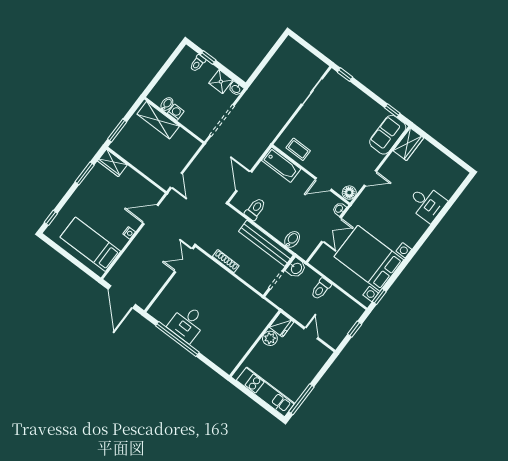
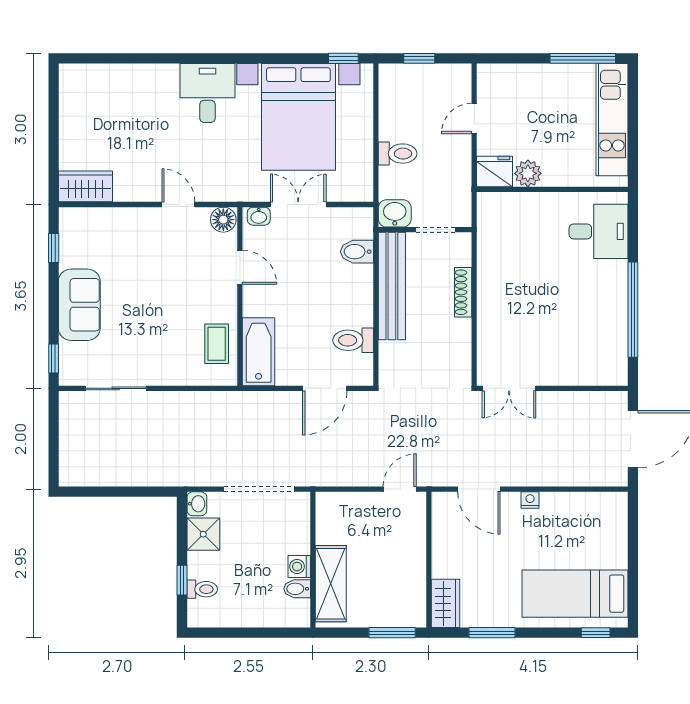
sofa: (388, 135) -> (79, 305), moved, turned -90
desk: (427, 203) -> (207, 93), moved
bed: (90, 244) -> (575, 594), moved, turned 90
shoe rack: (226, 261) -> (463, 292), moved
desk: (187, 323) -> (599, 231), moved

